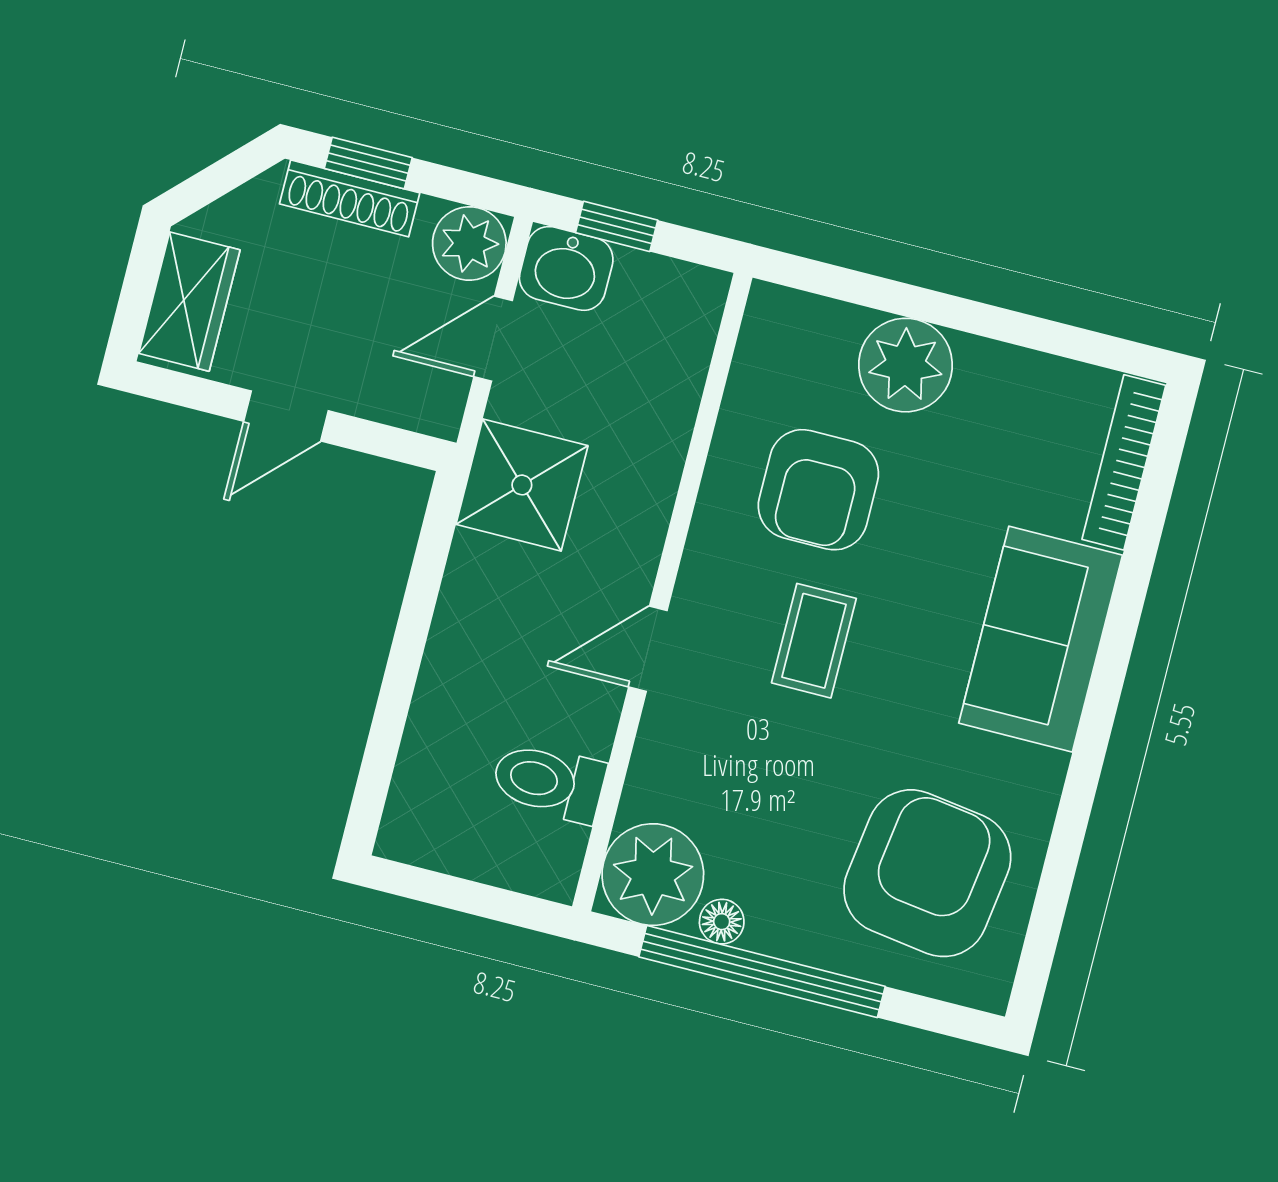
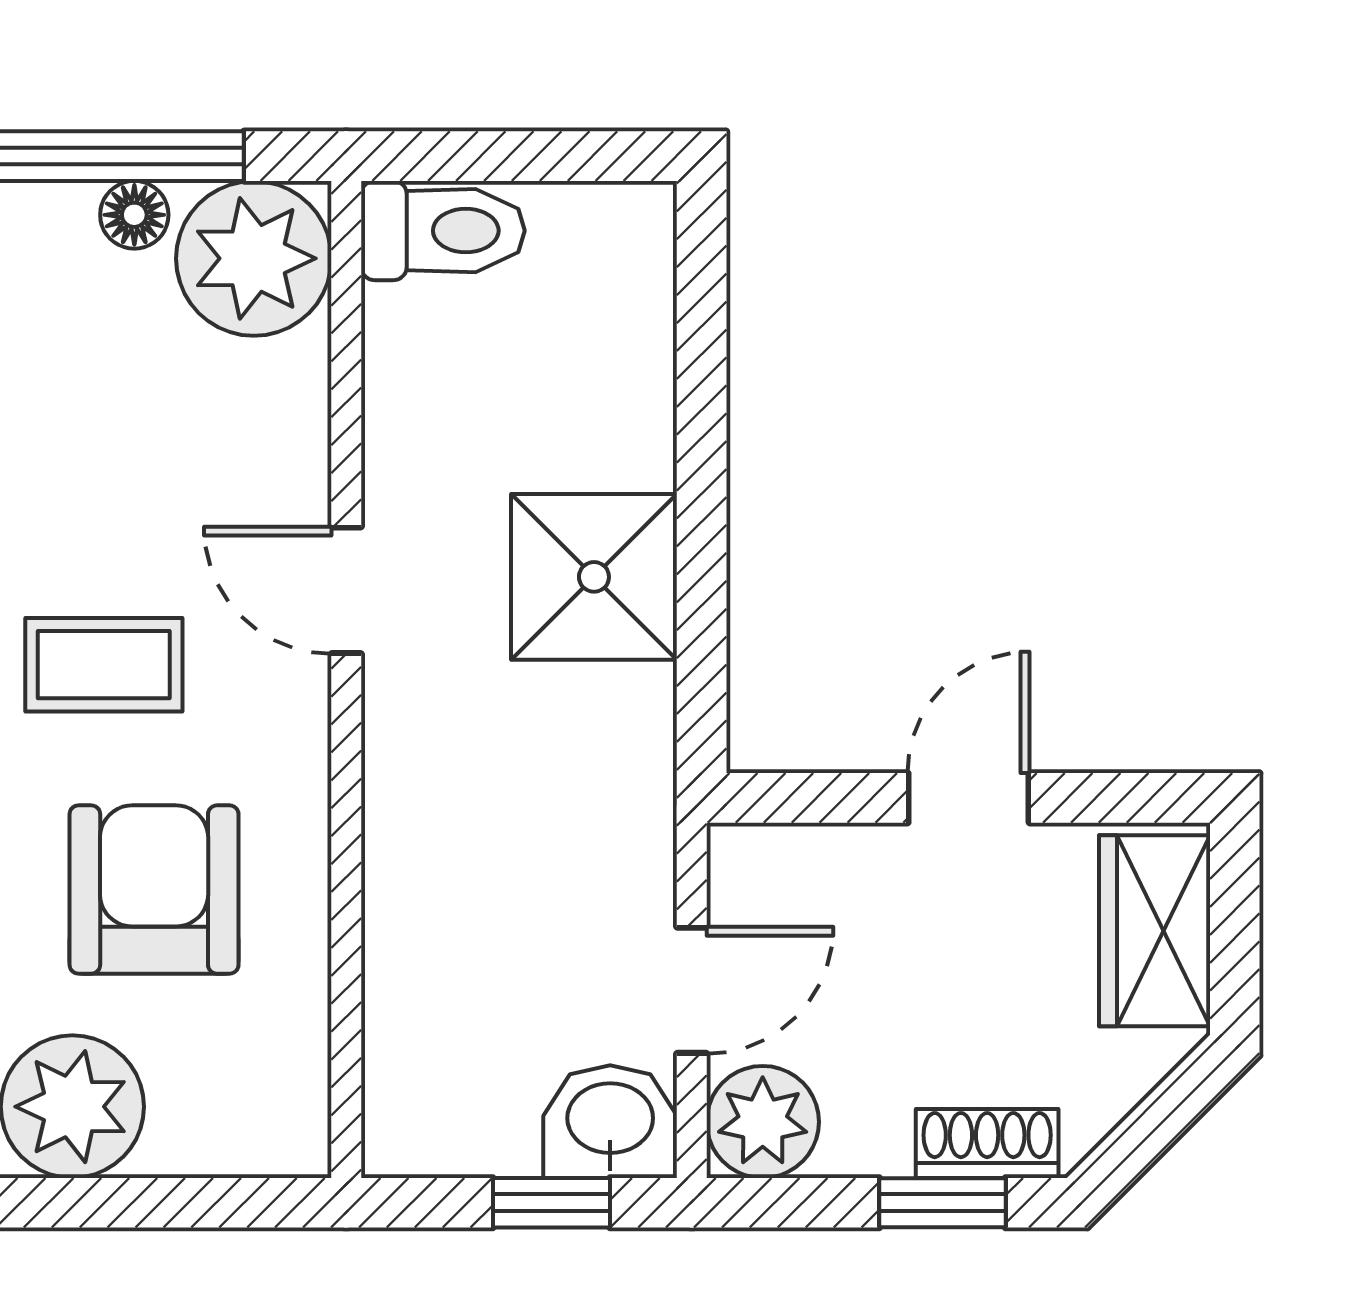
shoe rack: (350, 198) -> (987, 1143), width x0.70
shower: (522, 485) -> (594, 577), moved
coffee table: (814, 641) -> (104, 665), turned 90
door: (648, 649) -> (346, 590), swing flipped
toilet: (549, 782) -> (443, 231), moved

